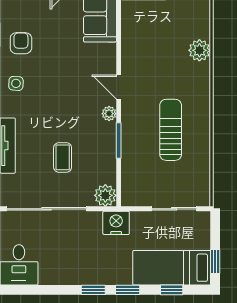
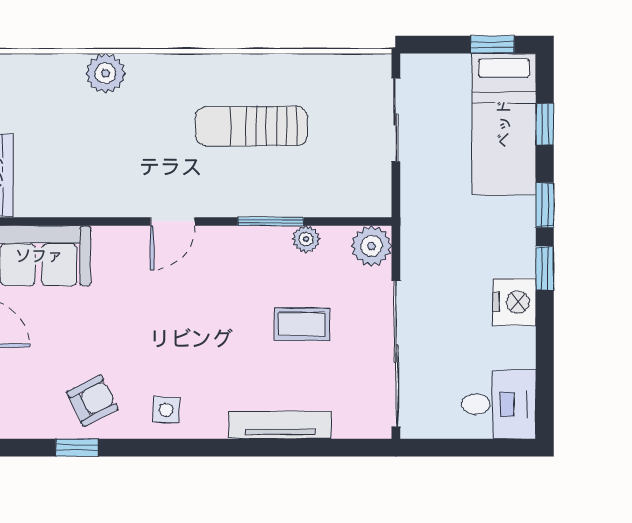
armchair: (21, 43) -> (92, 401), turned 153
plant: (109, 114) -> (306, 239), moved
nightstand: (116, 223) -> (514, 302), moved, turned 180

